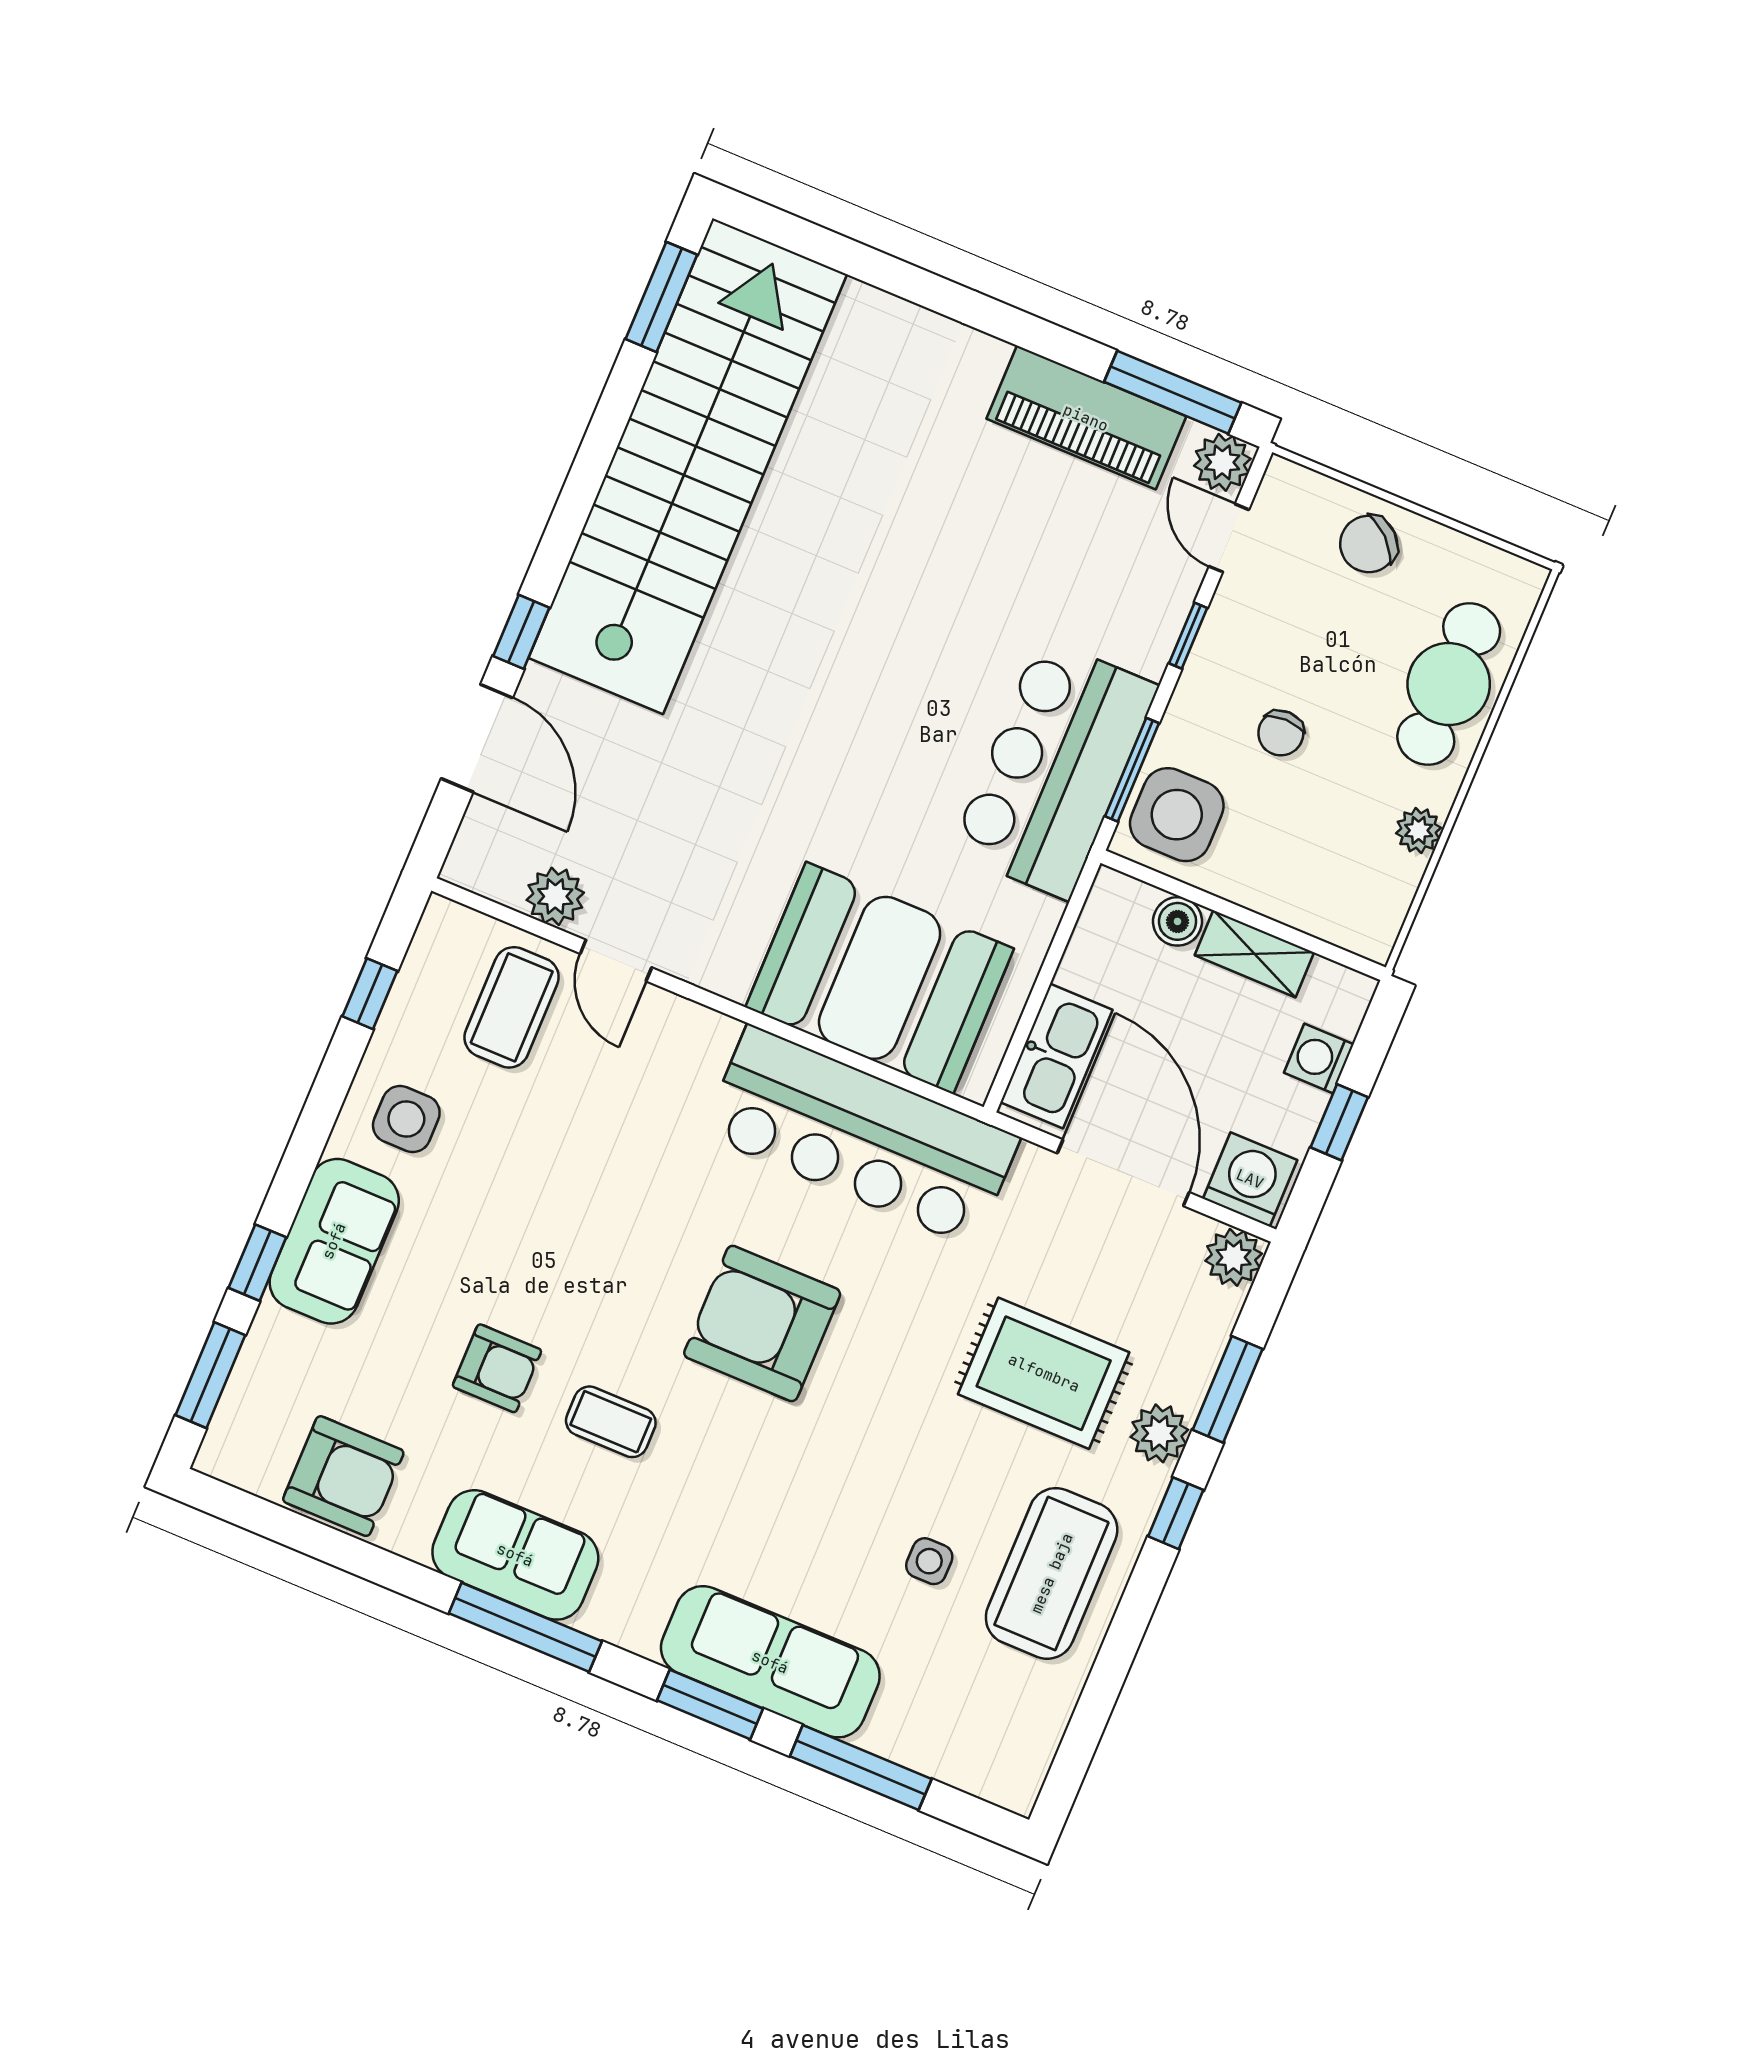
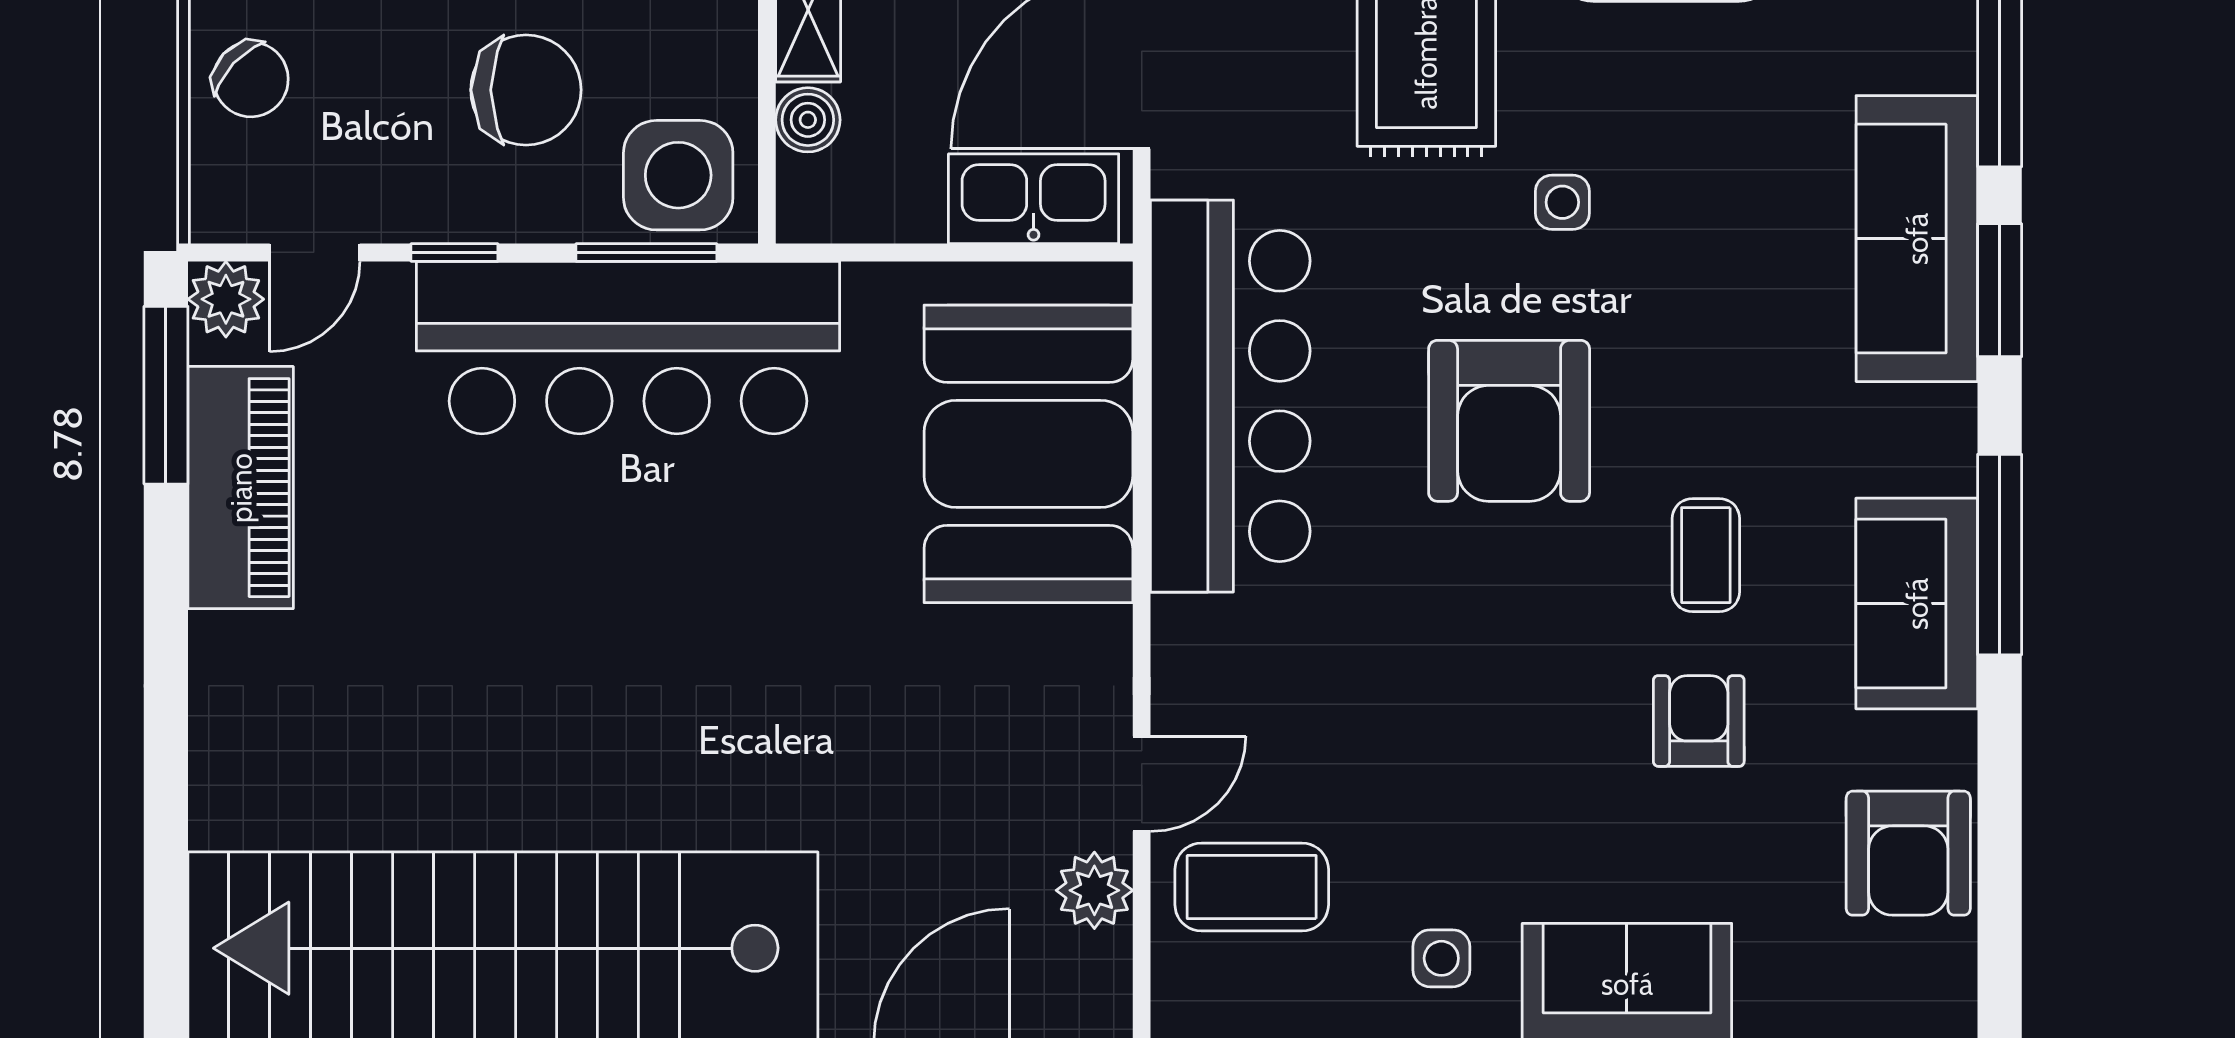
chair: (1281, 733) -> (526, 90), width x1.87, depth x1.87
bar counter: (1054, 769) -> (628, 348), width x1.36
side table: (406, 1119) -> (1441, 958), width x0.73, depth x0.73
armchair: (343, 1476) -> (1908, 853), turned 180
side table: (929, 1561) -> (1562, 202), moved

